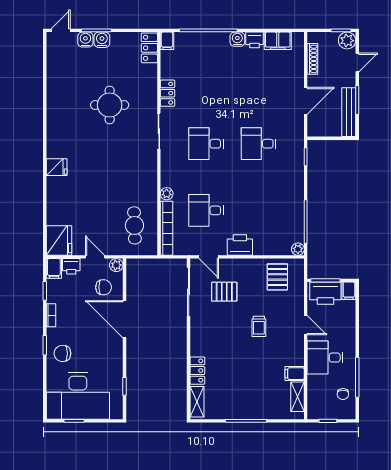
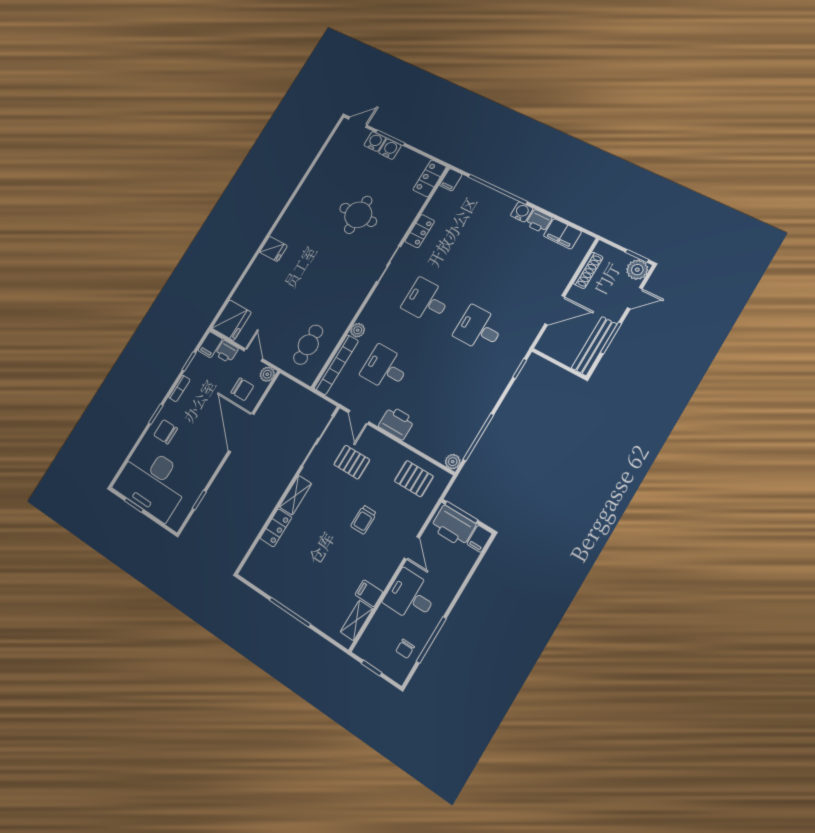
pallet: (277, 277) -> (414, 479), turned 90
shelving: (197, 402) -> (295, 495), moved

